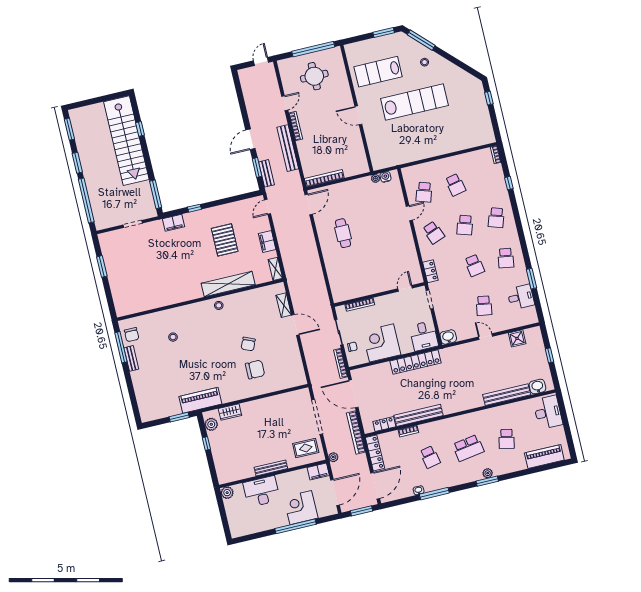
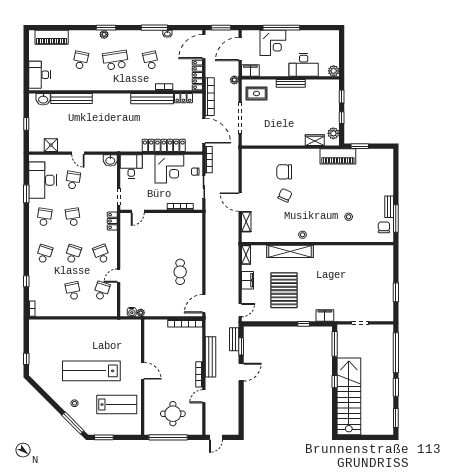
window: (140, 129) -> (335, 382), moved
pallet: (225, 240) -> (284, 290), width x1.37, depth x1.41
desk: (521, 297) -> (42, 180), width x1.87, depth x1.30
locker: (416, 362) -> (164, 145), moved
window: (212, 467) -> (342, 97), added

